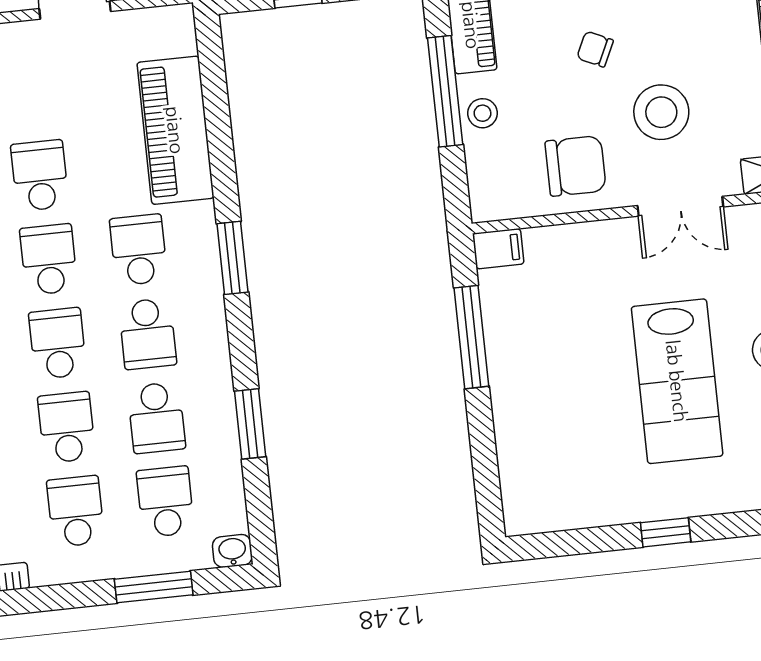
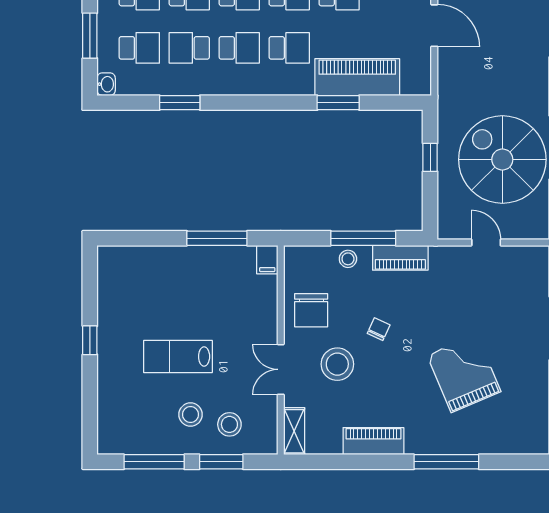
window: (232, 258) -> (338, 103), moved
school desk: (148, 334) -> (239, 48), turned 180
lab bench: (677, 381) -> (178, 356), width x0.73, depth x0.72

